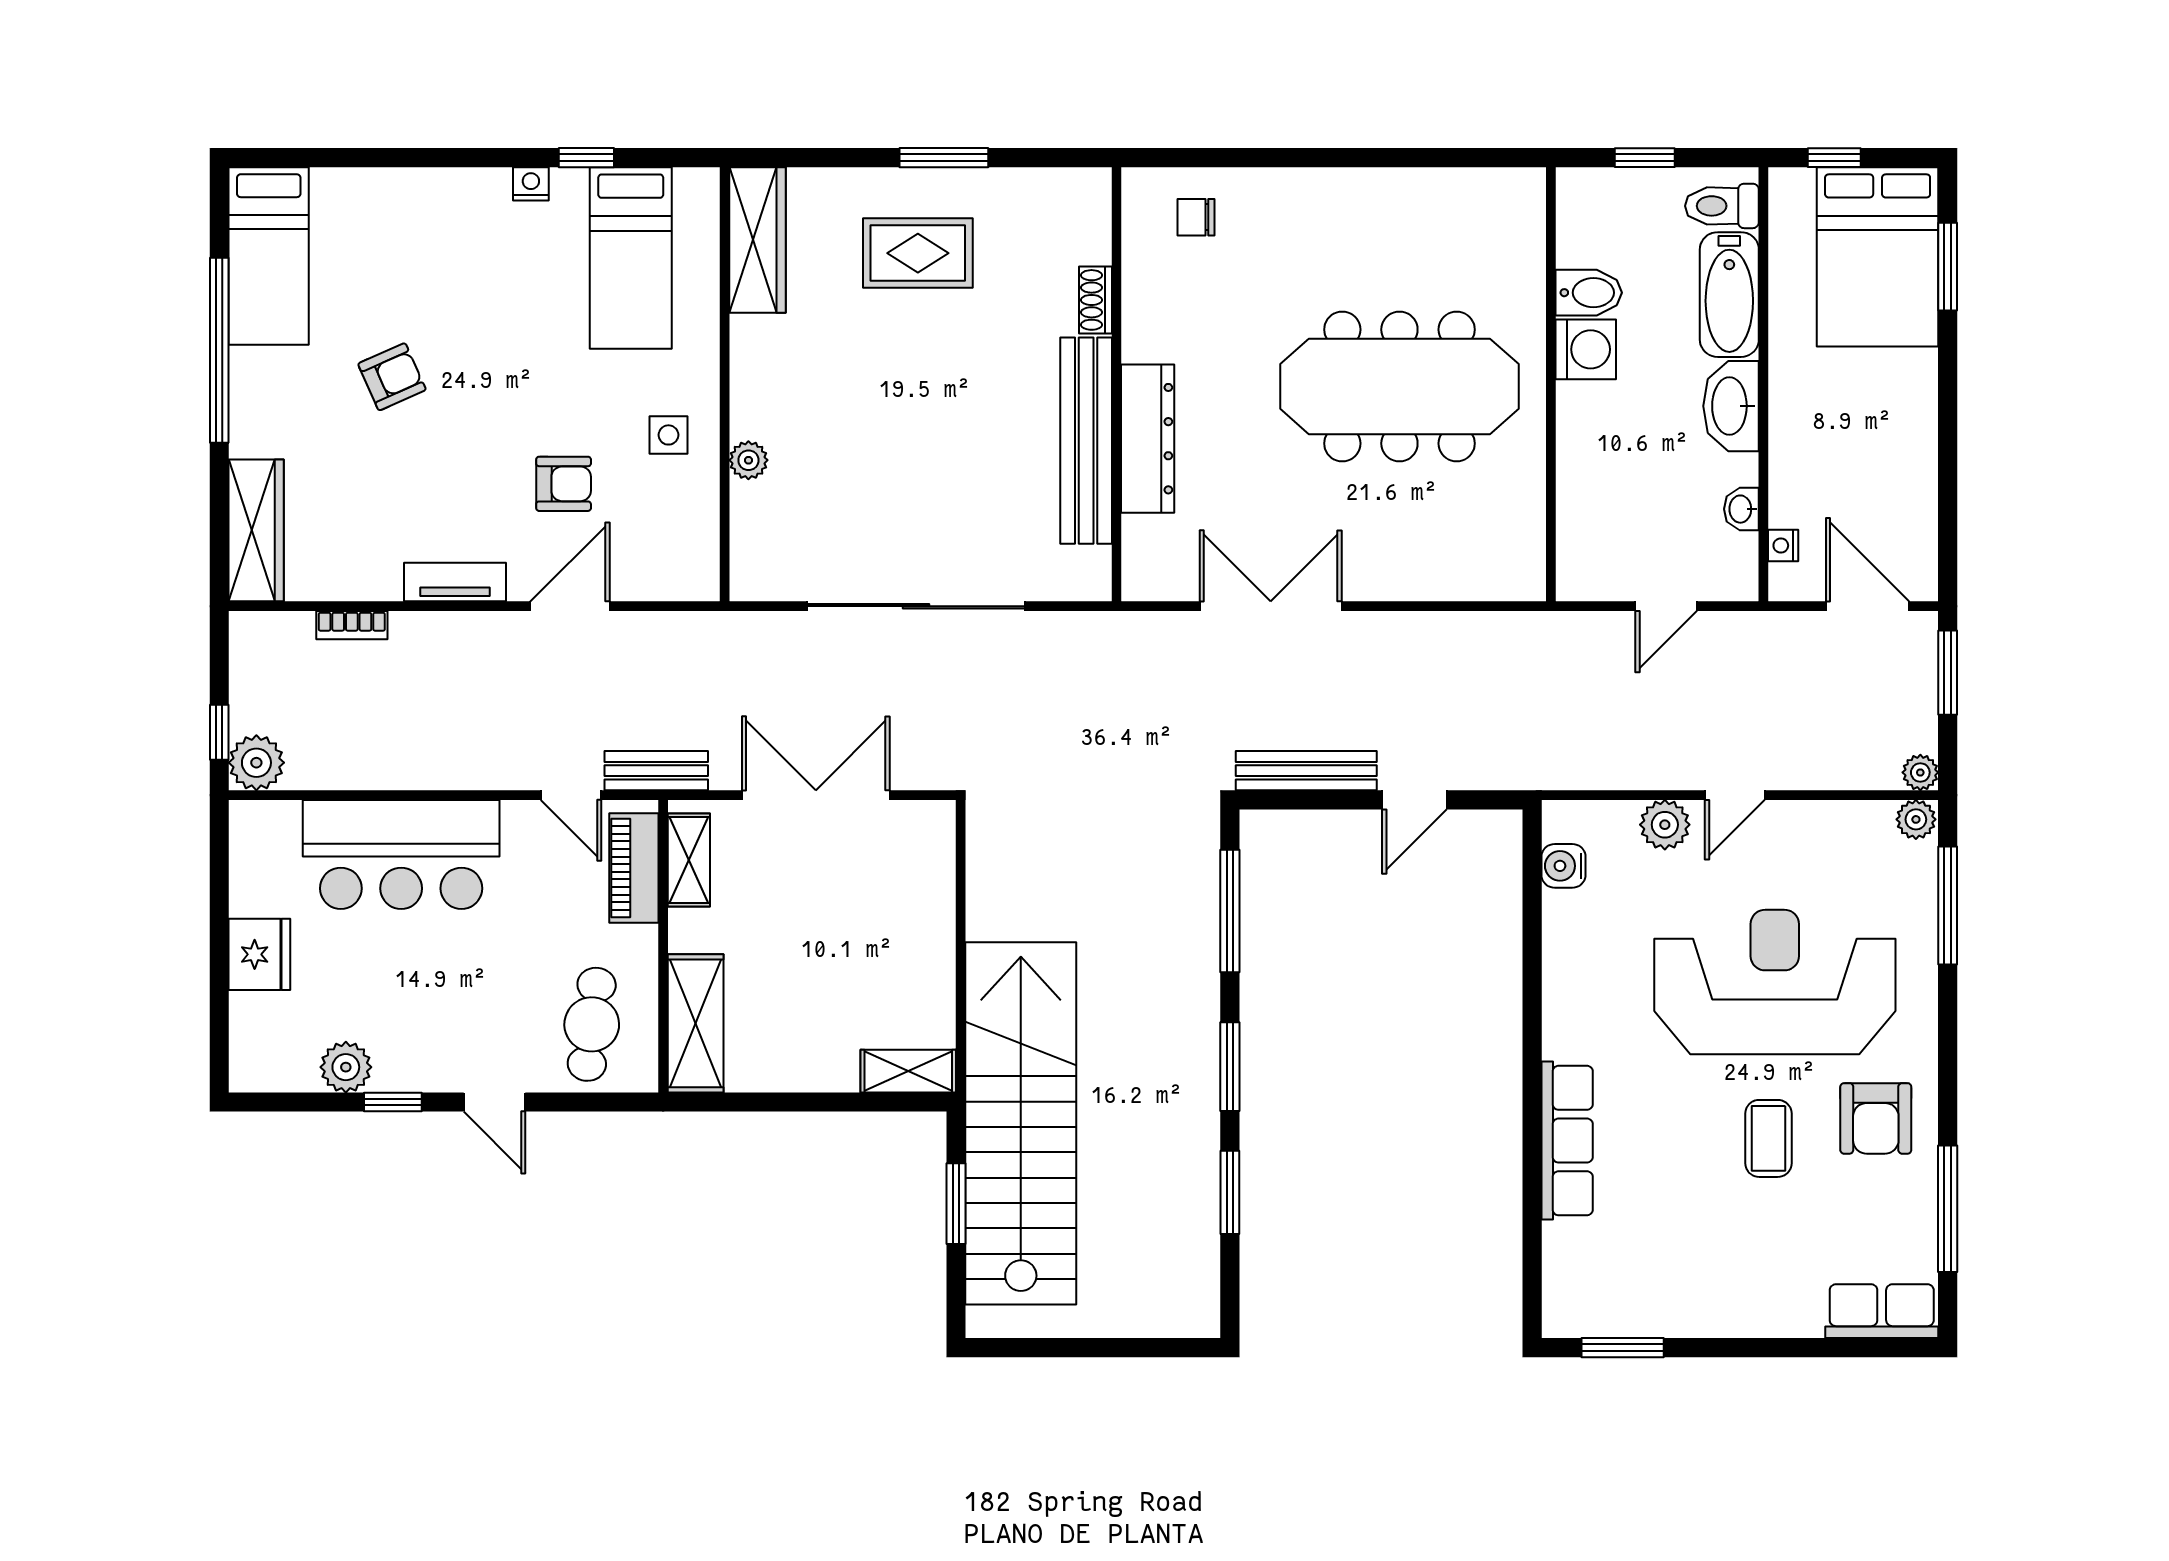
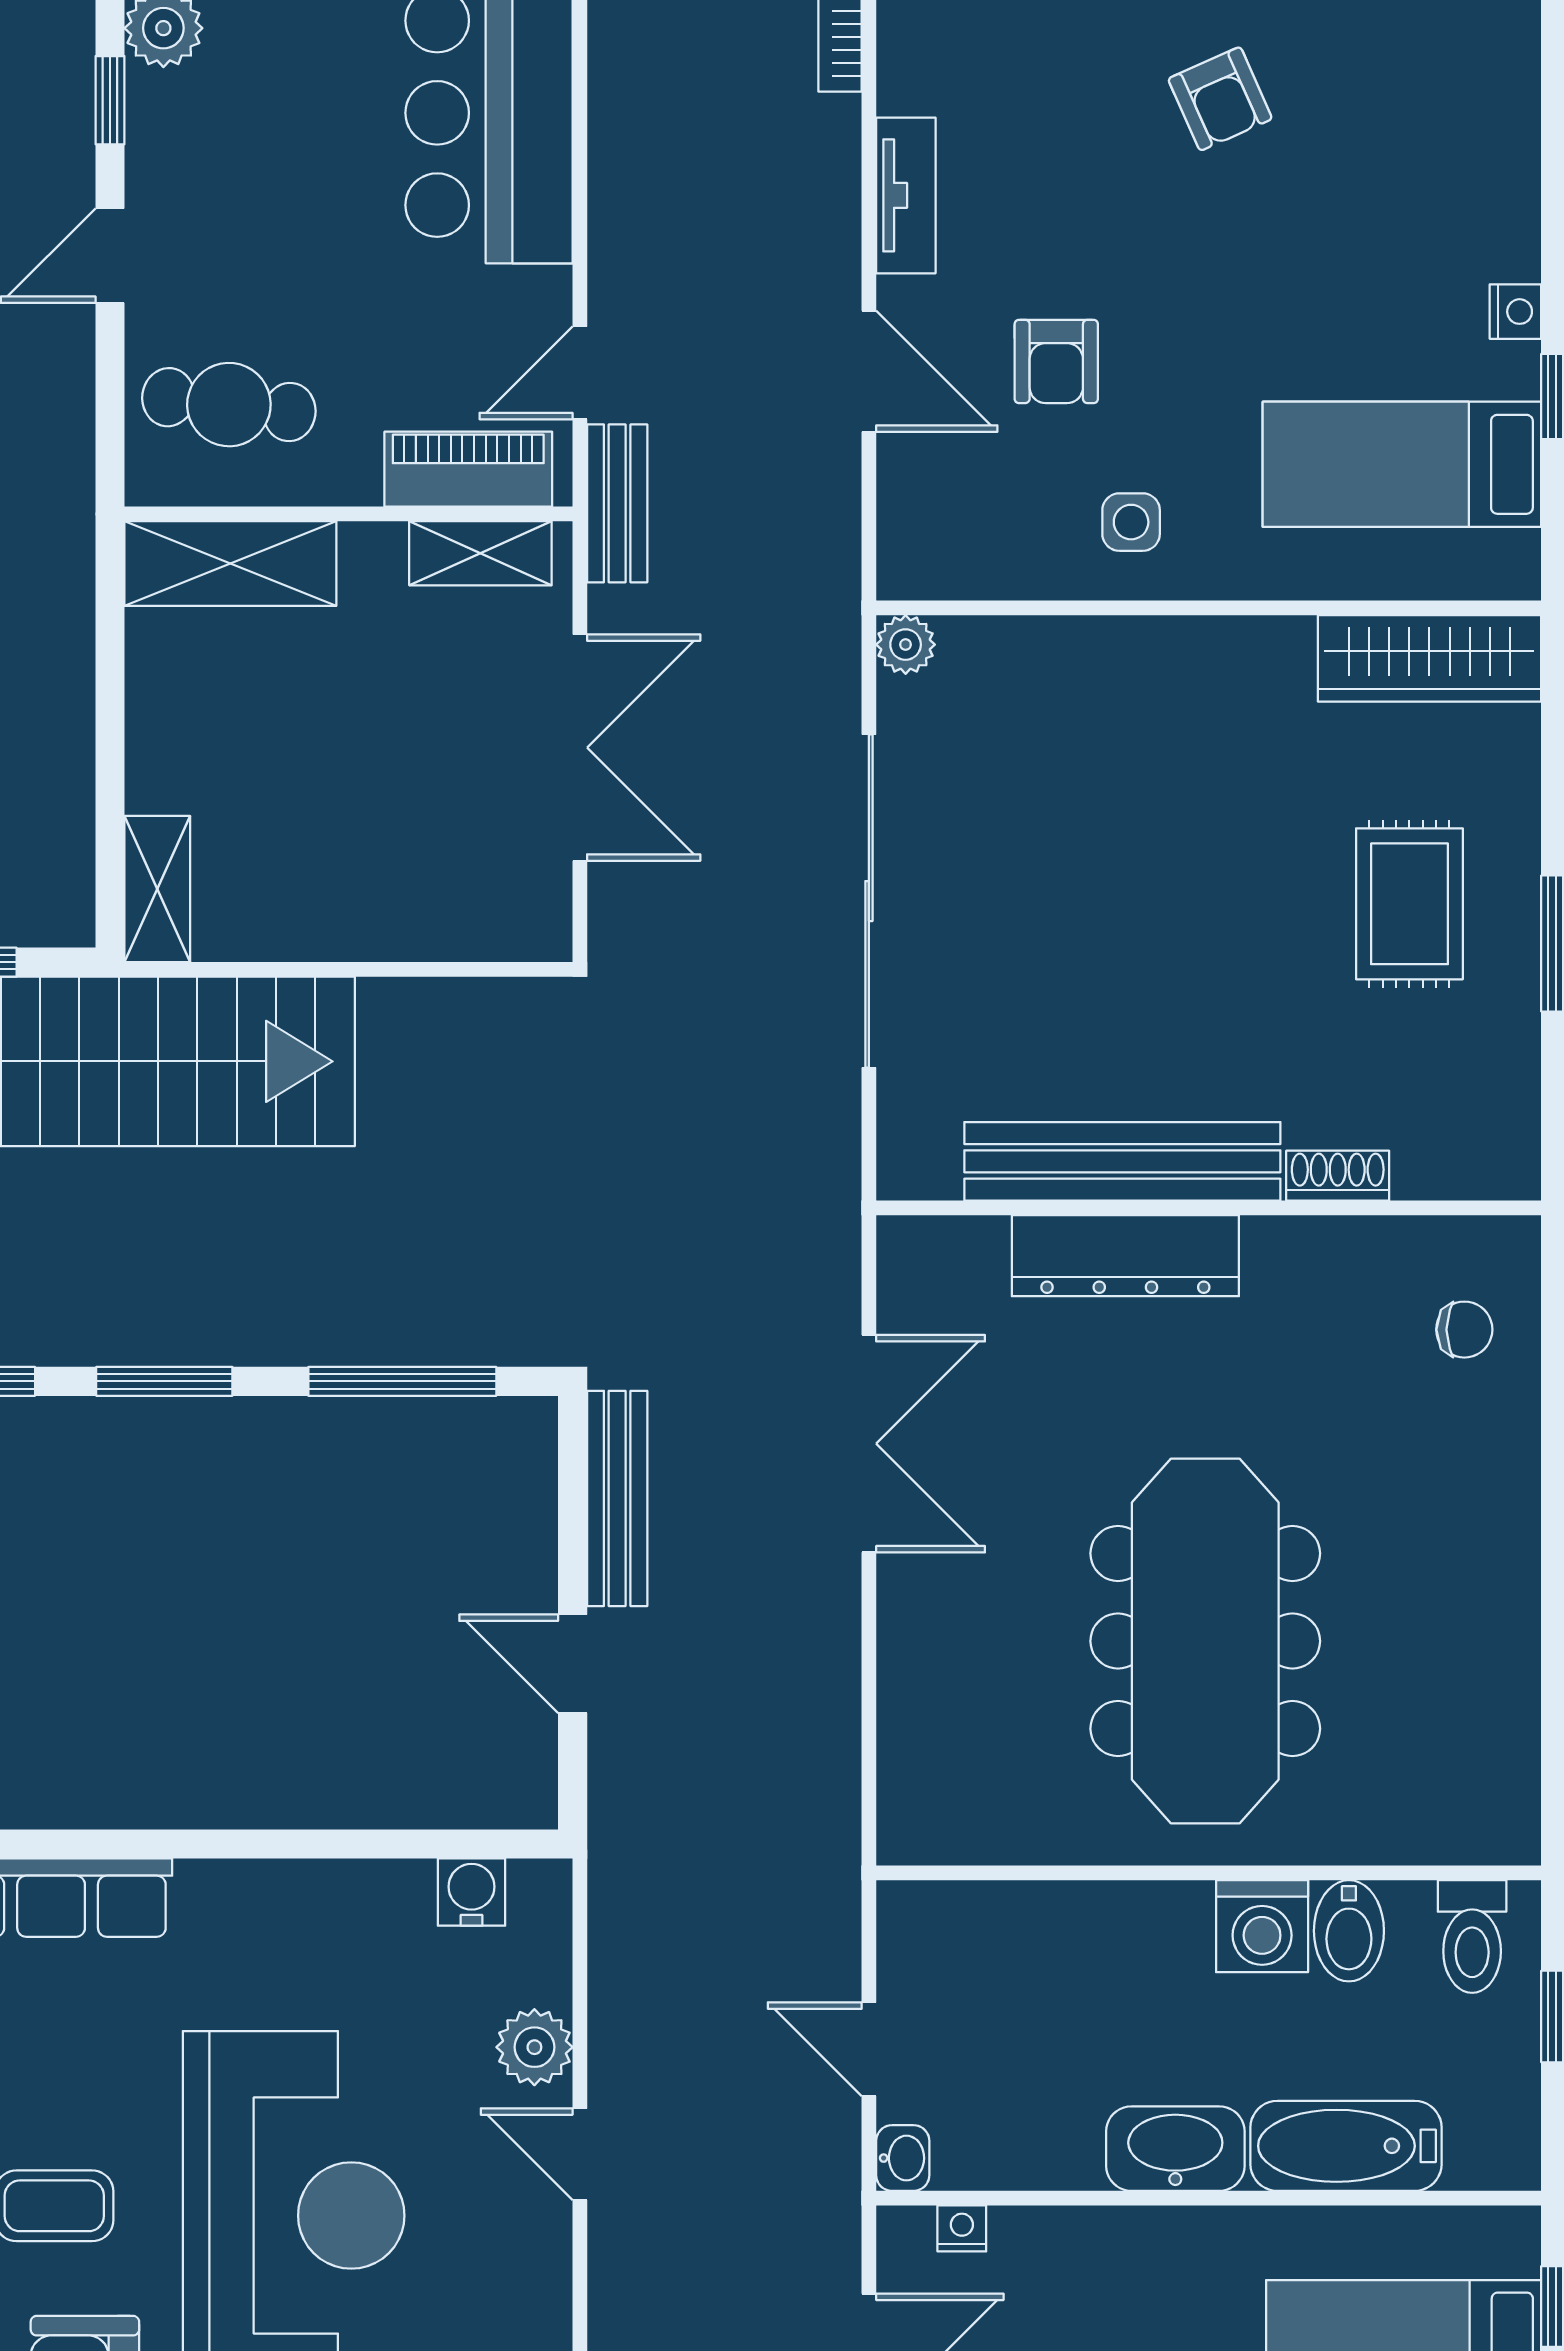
toilet: (1722, 206) -> (1472, 1936), moved, turned 180
chair: (1196, 217) -> (1464, 1330), turned 90
plant: (748, 460) -> (906, 645), moved
washbasin: (1741, 509) -> (903, 2158), moved, turned 90

